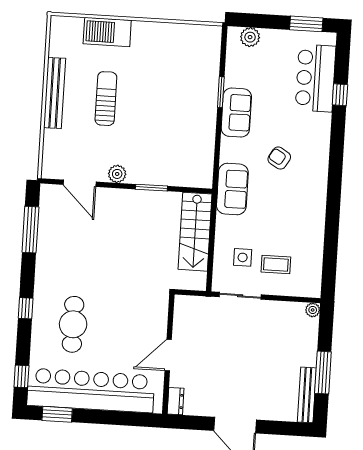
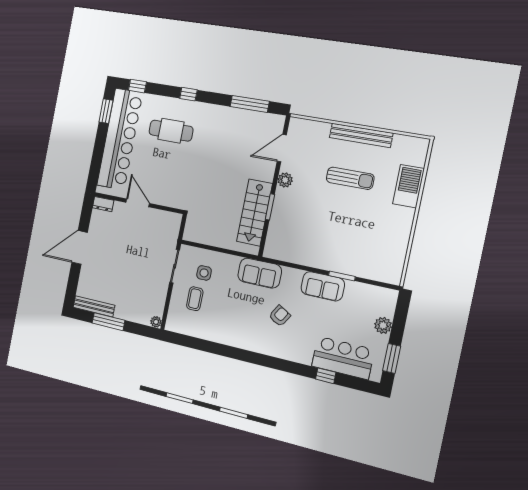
plant: (250, 37) -> (383, 325), moved
stairs: (195, 232) -> (254, 213), moved, turned -90

